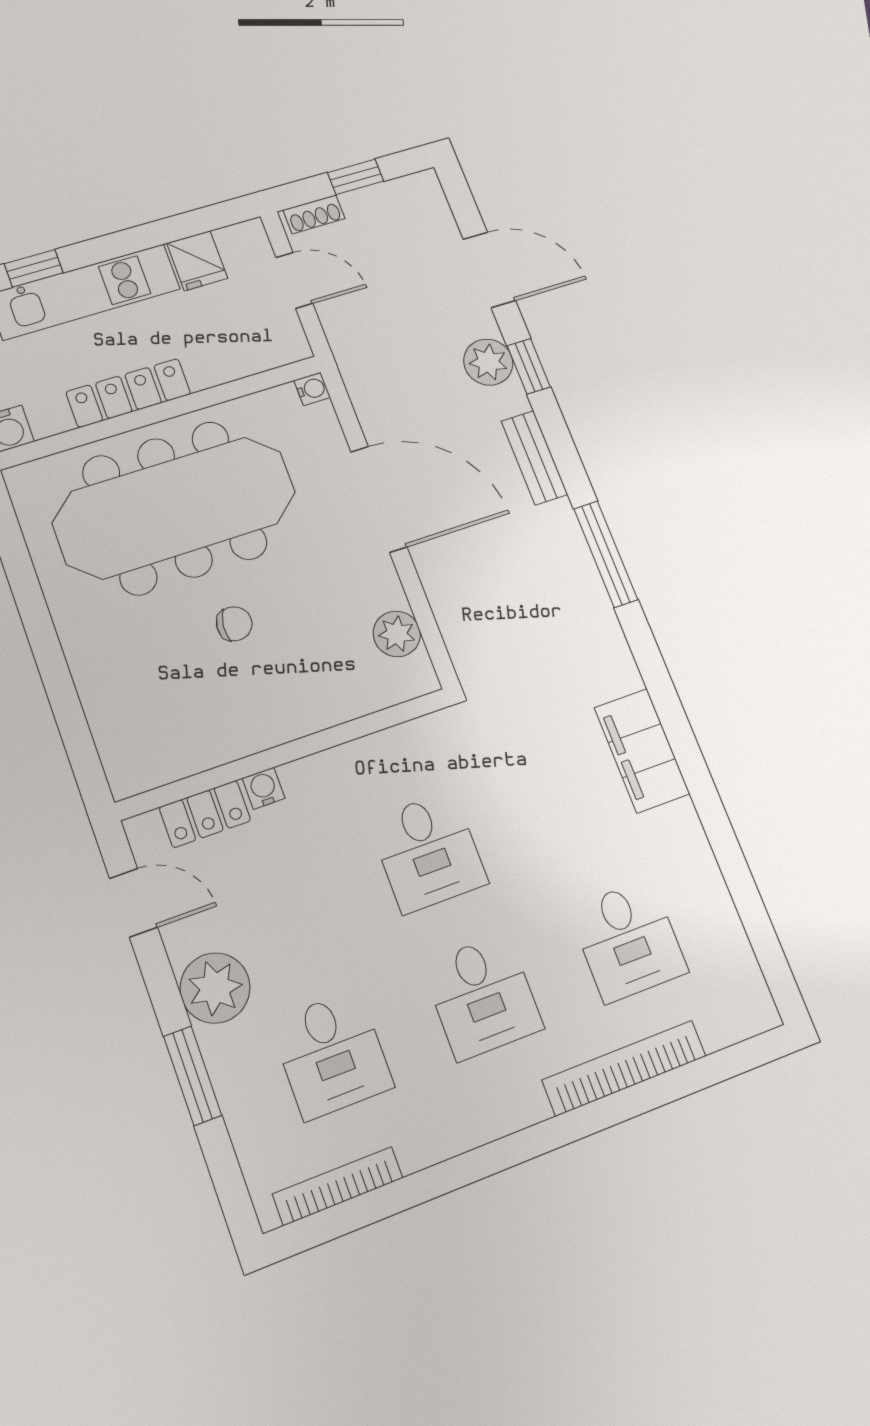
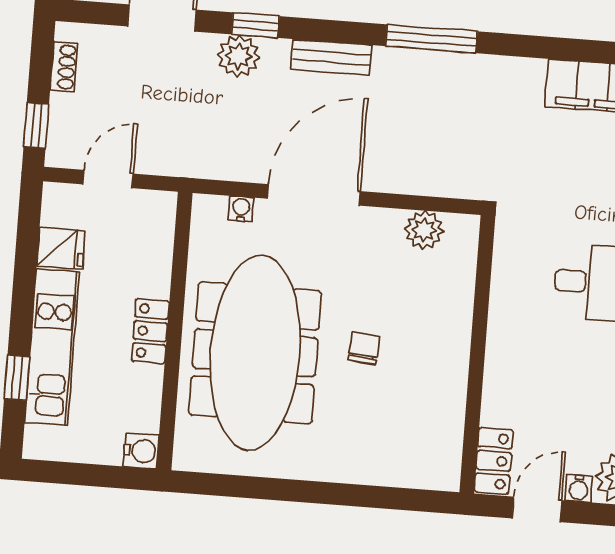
window: (356, 177) -> (36, 126), moved
shoe rack: (314, 214) -> (64, 67), moved
water cooler: (312, 389) -> (241, 209), moved
locker: (128, 393) -> (150, 331), width x0.66
water cooler: (264, 788) -> (578, 488), moved, turned -90
locker: (205, 814) -> (494, 461), moved

